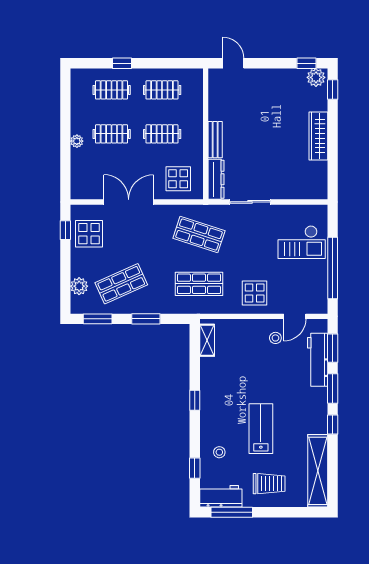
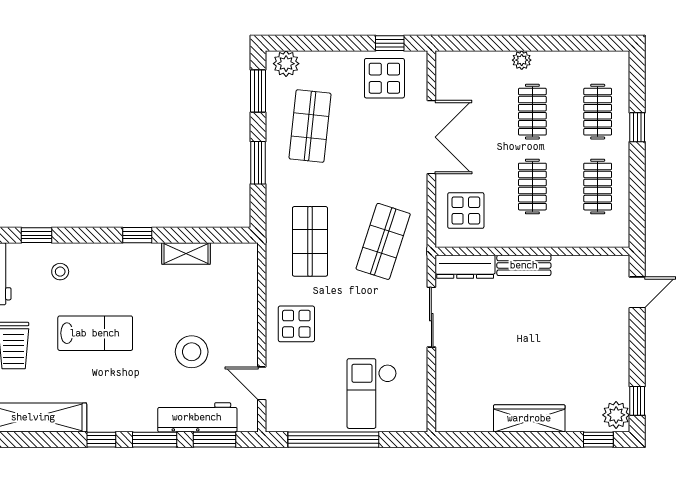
shop shelf: (121, 284) -> (310, 126), turned 30
plant: (79, 286) -> (286, 64), moved
stool: (275, 338) -> (192, 352), moved, width x1.89, depth x1.89
shelving: (207, 340) -> (186, 253), moved

